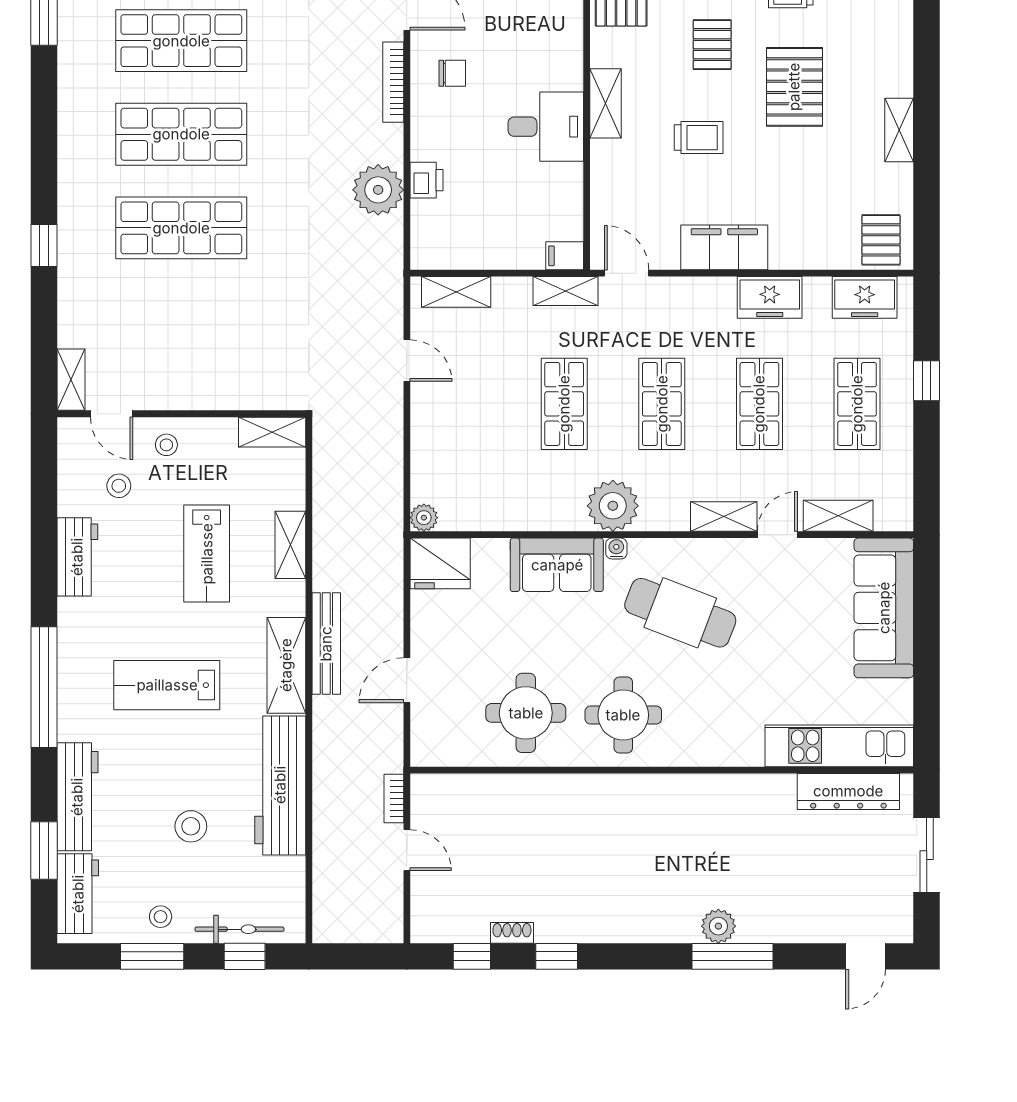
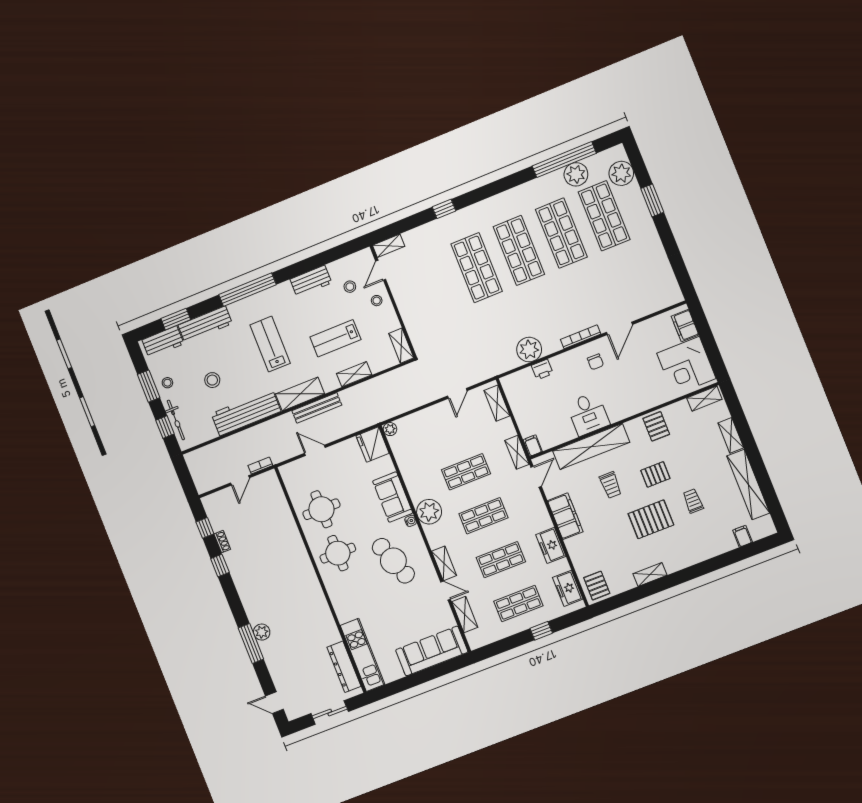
shelving: (606, 103) -> (591, 447), width x2.20, depth x1.33
pallet: (881, 240) -> (597, 586), turned 90
cafe table: (680, 613) -> (393, 561), turned -41

